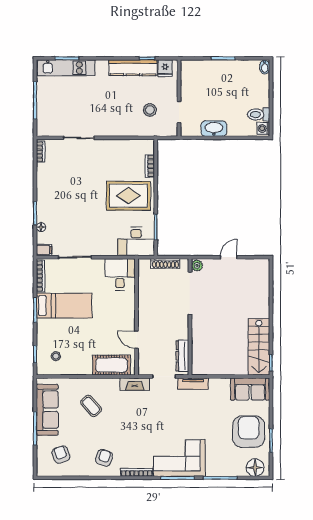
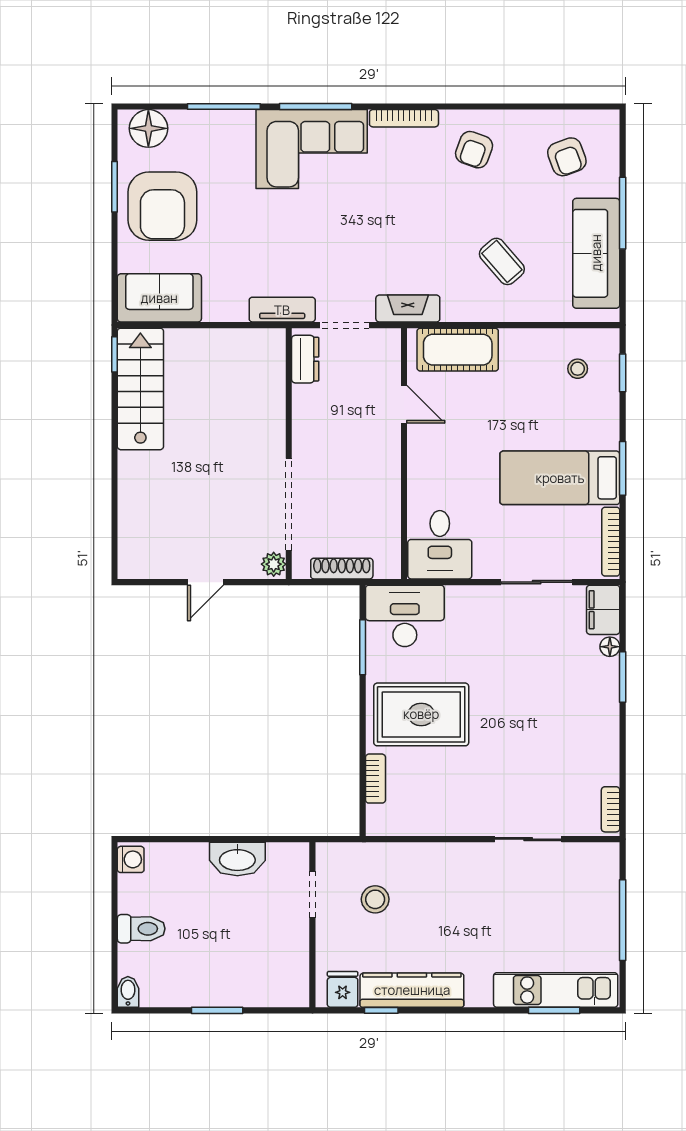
toilet: (258, 114) -> (141, 929), moved
filing cabinet: (44, 250) -> (603, 610), width x2.00
dresser: (182, 356) -> (305, 359), width x0.70

